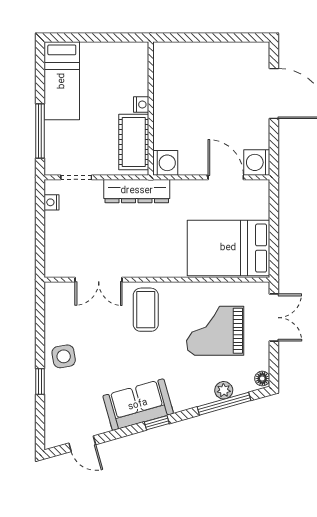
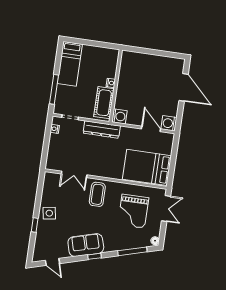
grand piano: (215, 331) -> (133, 211), turned -90
plant: (224, 390) -> (133, 244), removed

